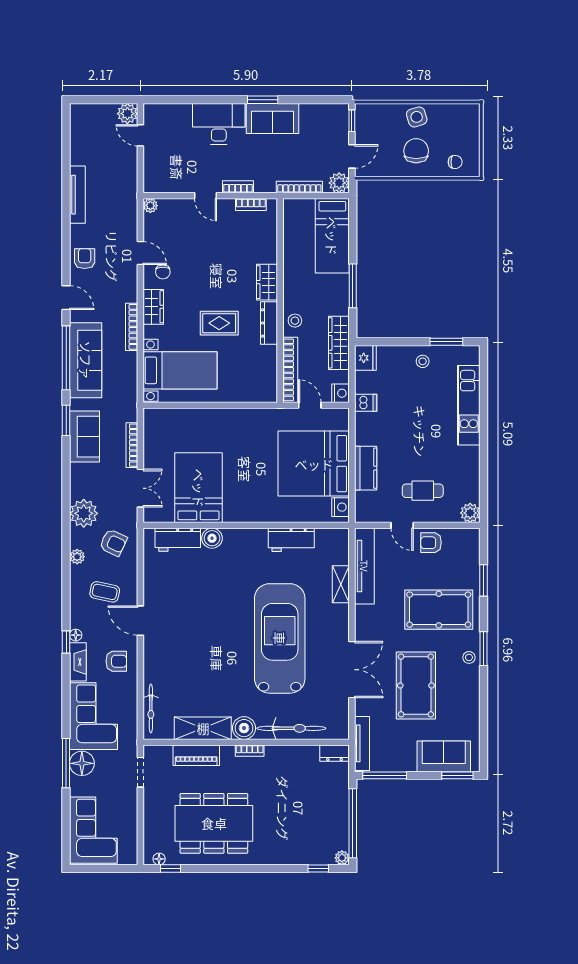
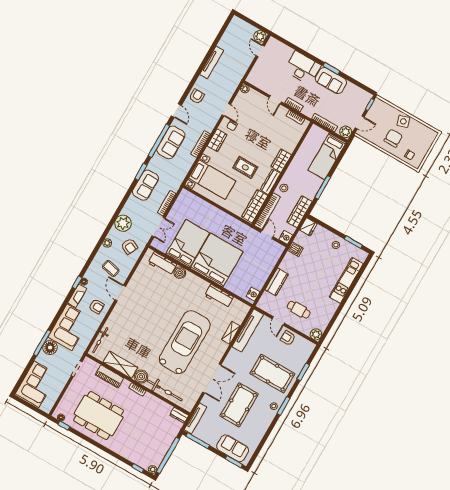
sofa: (86, 360) -> (171, 142), width x0.73
wardrobe: (267, 373) -> (255, 206), added
bed: (314, 464) -> (217, 260), moved, turned 90

